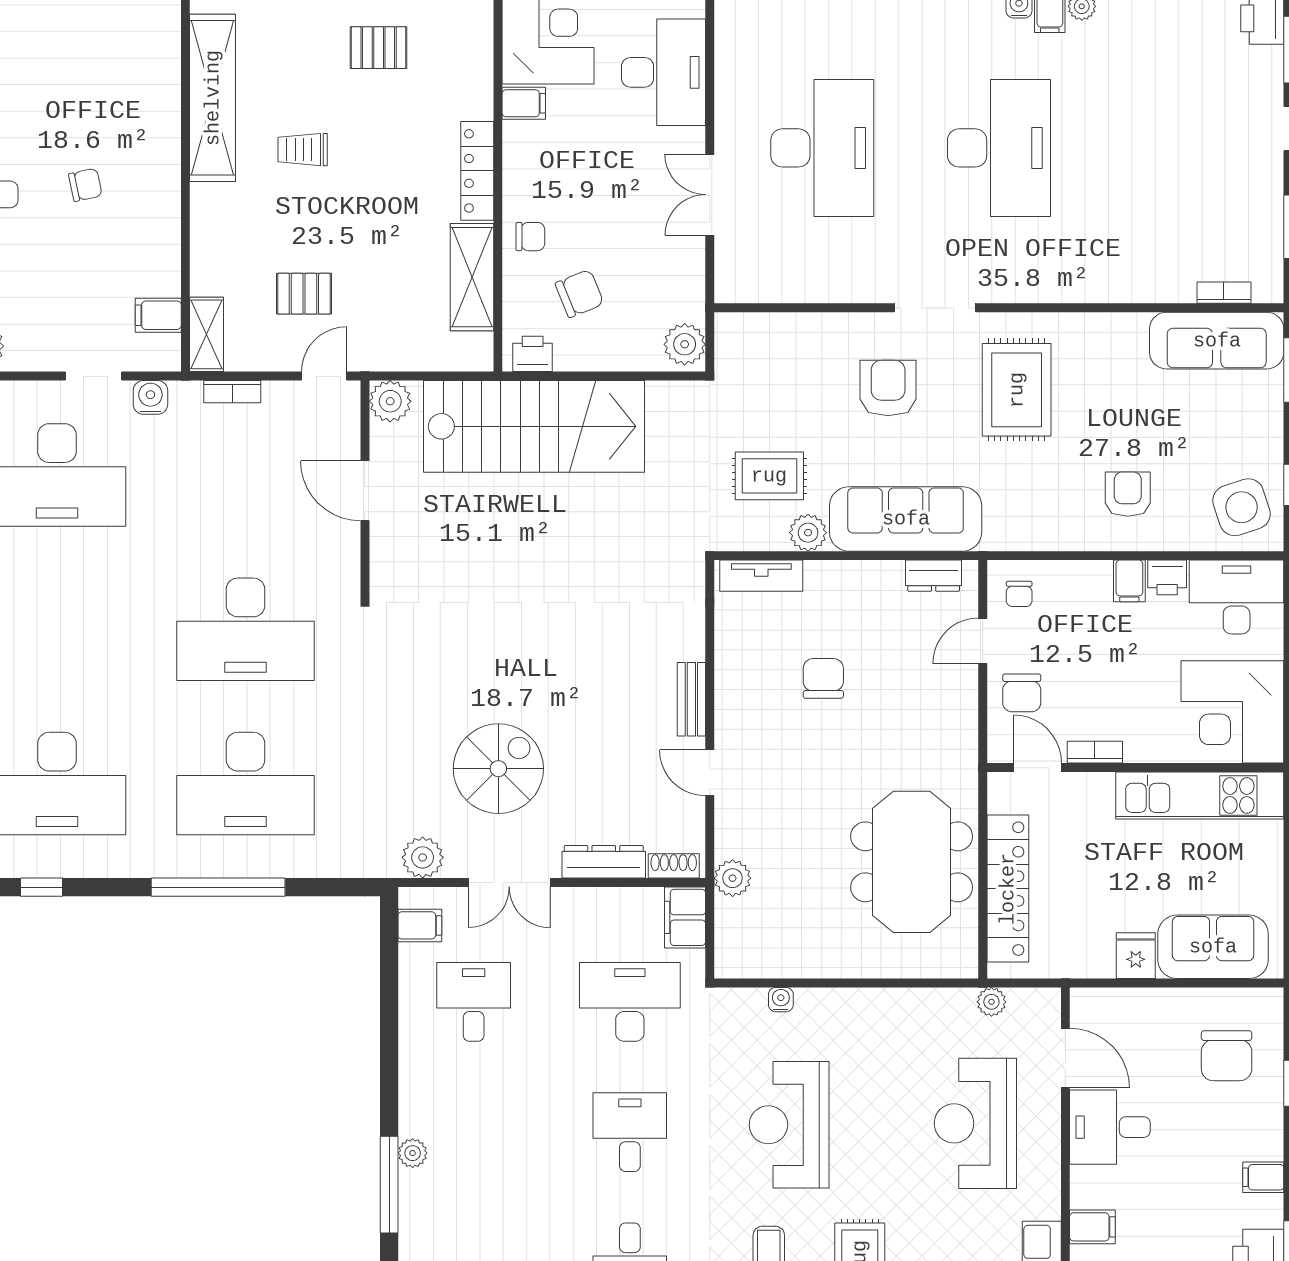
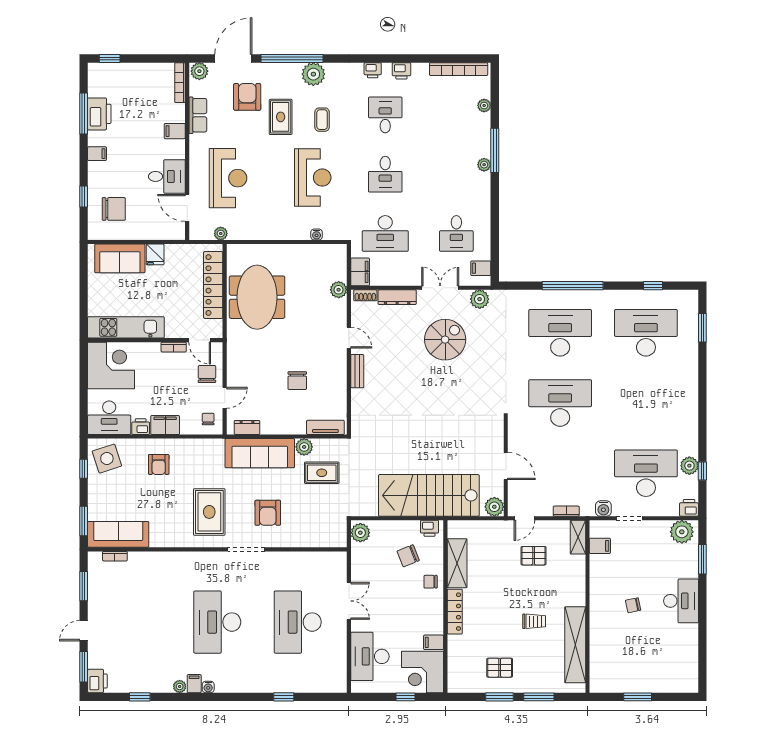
filing cabinet: (1129, 581) -> (165, 425), width x2.00
spiral stairs: (498, 769) -> (445, 340), turned 180
chair: (1227, 1056) -> (114, 209), turned 90

